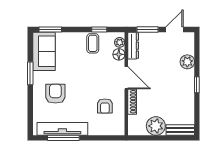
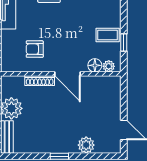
window: (147, 29) -> (124, 99), removed
dresser: (133, 46) -> (105, 82), removed
door: (126, 78) -> (67, 74), hinge flipped

